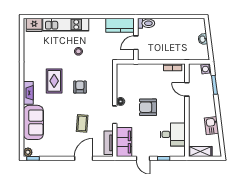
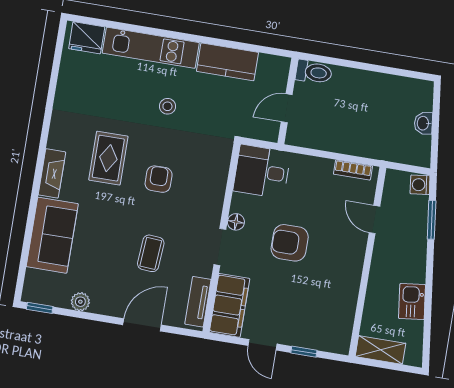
kitchen counter: (120, 25) -> (227, 62), moved
desk: (173, 134) -> (262, 172), moved, turned 180
plant: (28, 152) -> (80, 302), moved

